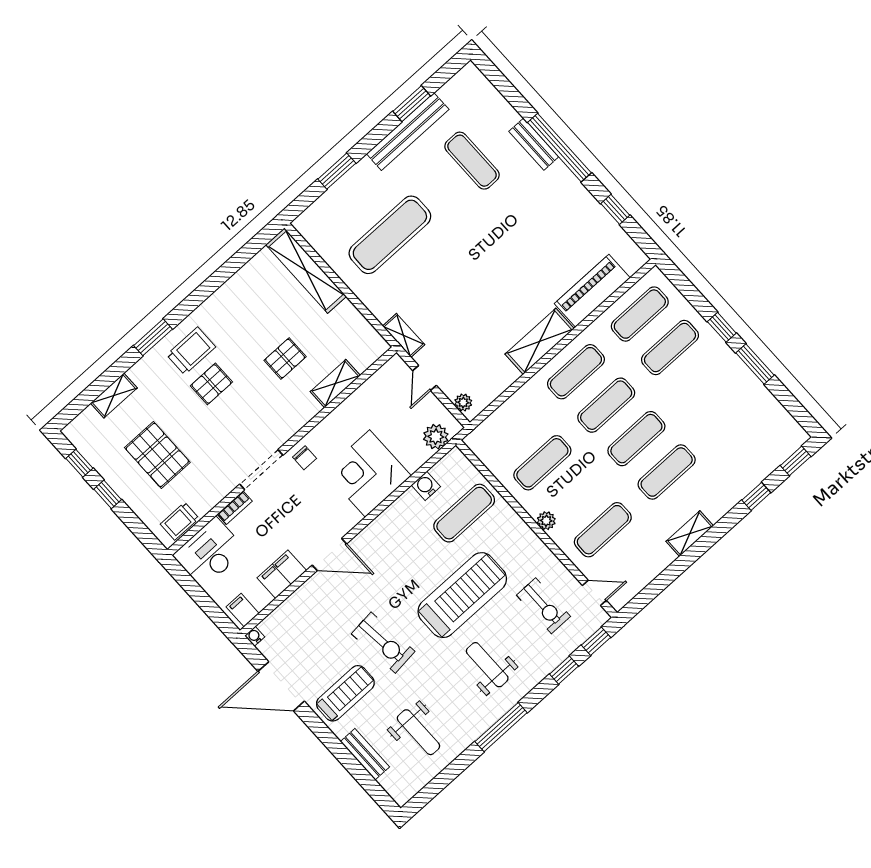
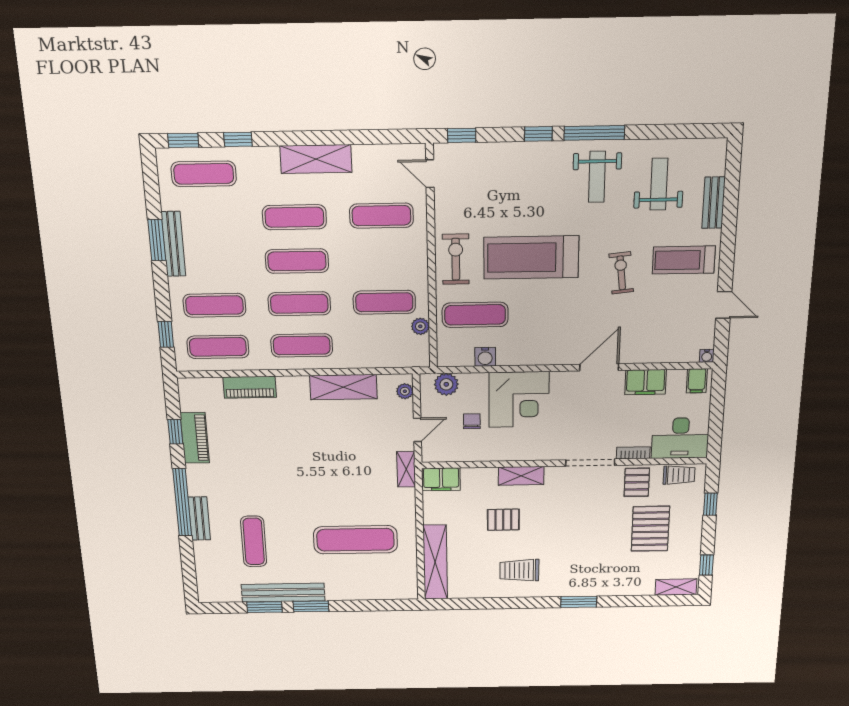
window: (337, 171) -> (311, 606), moved
piano: (595, 217) -> (195, 438), added
piano: (592, 291) -> (250, 387), width x0.73, depth x0.75
window: (722, 327) -> (166, 334), moved
shelving: (540, 341) -> (343, 387), moved
trolley: (191, 351) -> (519, 570), moved
filing cabinet: (368, 351) -> (441, 479), added
bench: (740, 372) -> (173, 244), added
pallet: (211, 384) -> (637, 482), moved, turned 90
shelving: (335, 384) -> (521, 476), moved
shelving: (114, 396) -> (676, 587), moved
exercise mat: (761, 448) -> (204, 174), added
chair: (305, 458) -> (472, 421), moved
window: (108, 494) -> (710, 504), moved
plant: (546, 521) -> (420, 326), moved
shelving: (690, 534) -> (316, 159), width x1.50, depth x1.33
door: (329, 554) -> (599, 367), hinge flipped
exercise bike: (543, 606) -> (456, 259), moved
exercise bike: (383, 643) -> (621, 273), width x0.73, depth x0.72
weight bench: (487, 665) -> (597, 177), moved
window: (564, 670) -> (538, 134), moved
door: (281, 686) -> (724, 305), width x0.53

